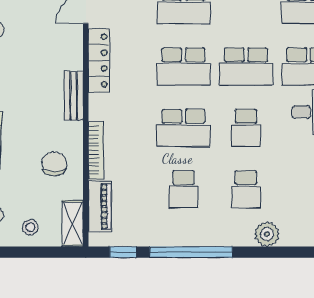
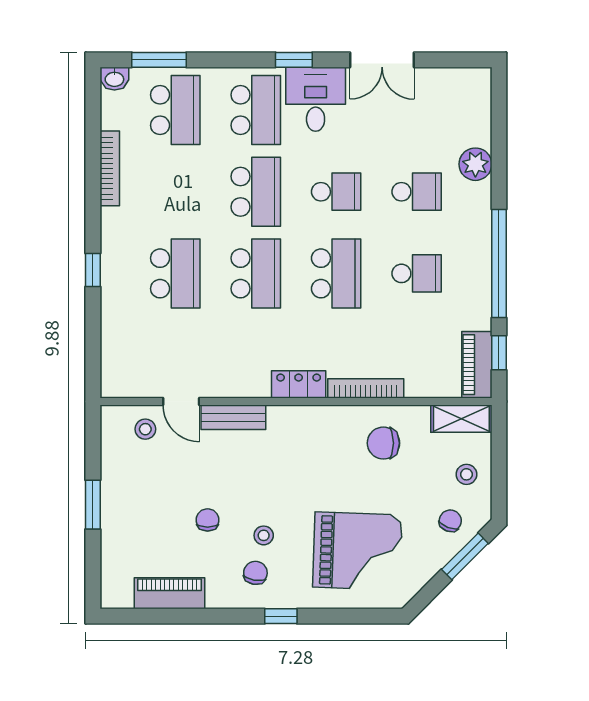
locker: (99, 60) -> (299, 384), moved, width x0.66
bench: (74, 96) -> (233, 417), moved
piano: (100, 206) -> (477, 365), moved, turned -90

